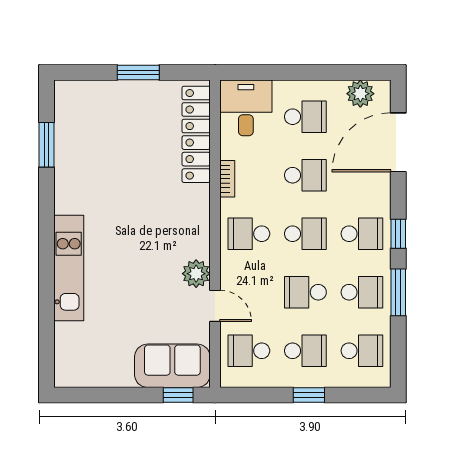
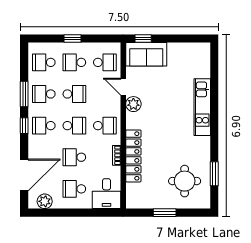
round table: (101, 131) -> (185, 181), added
locker: (196, 134) -> (133, 156), moved
school desk: (305, 234) -> (74, 126), turned 180

